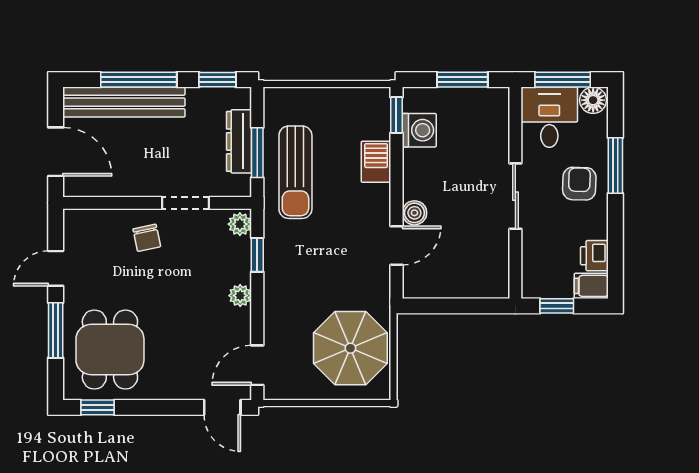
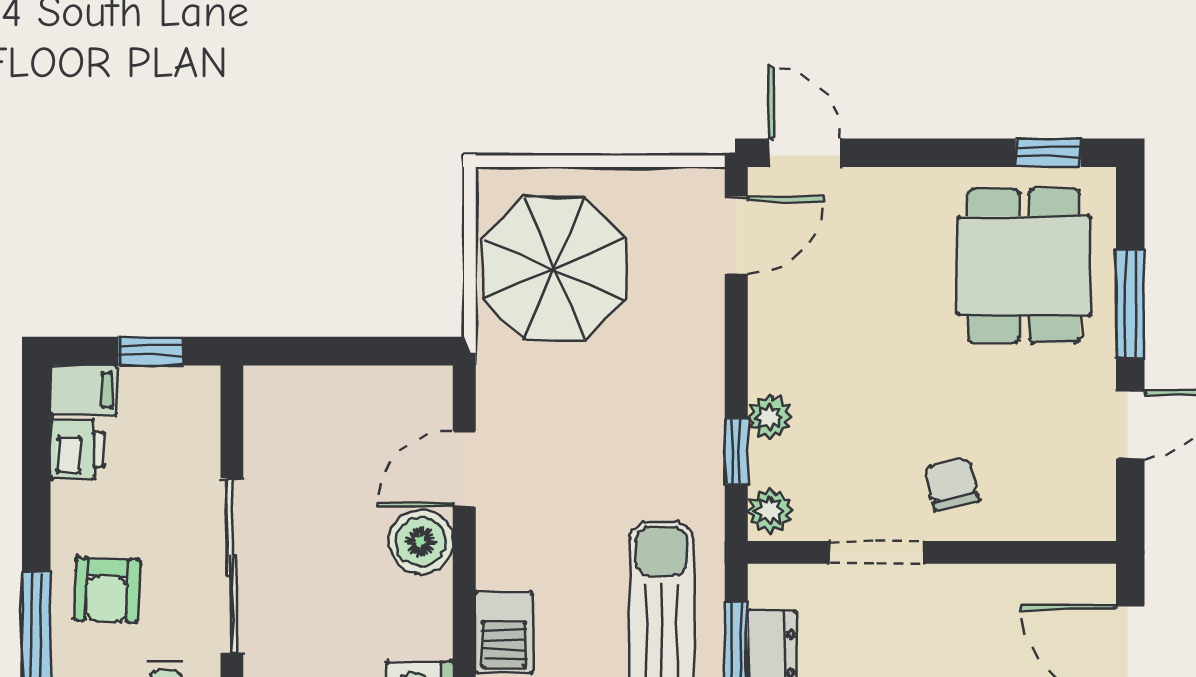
sliding door: (515, 196) -> (232, 566), width x1.37
boiler: (414, 213) -> (420, 542), width x1.36, depth x1.36
plant: (240, 296) -> (770, 417), moved

